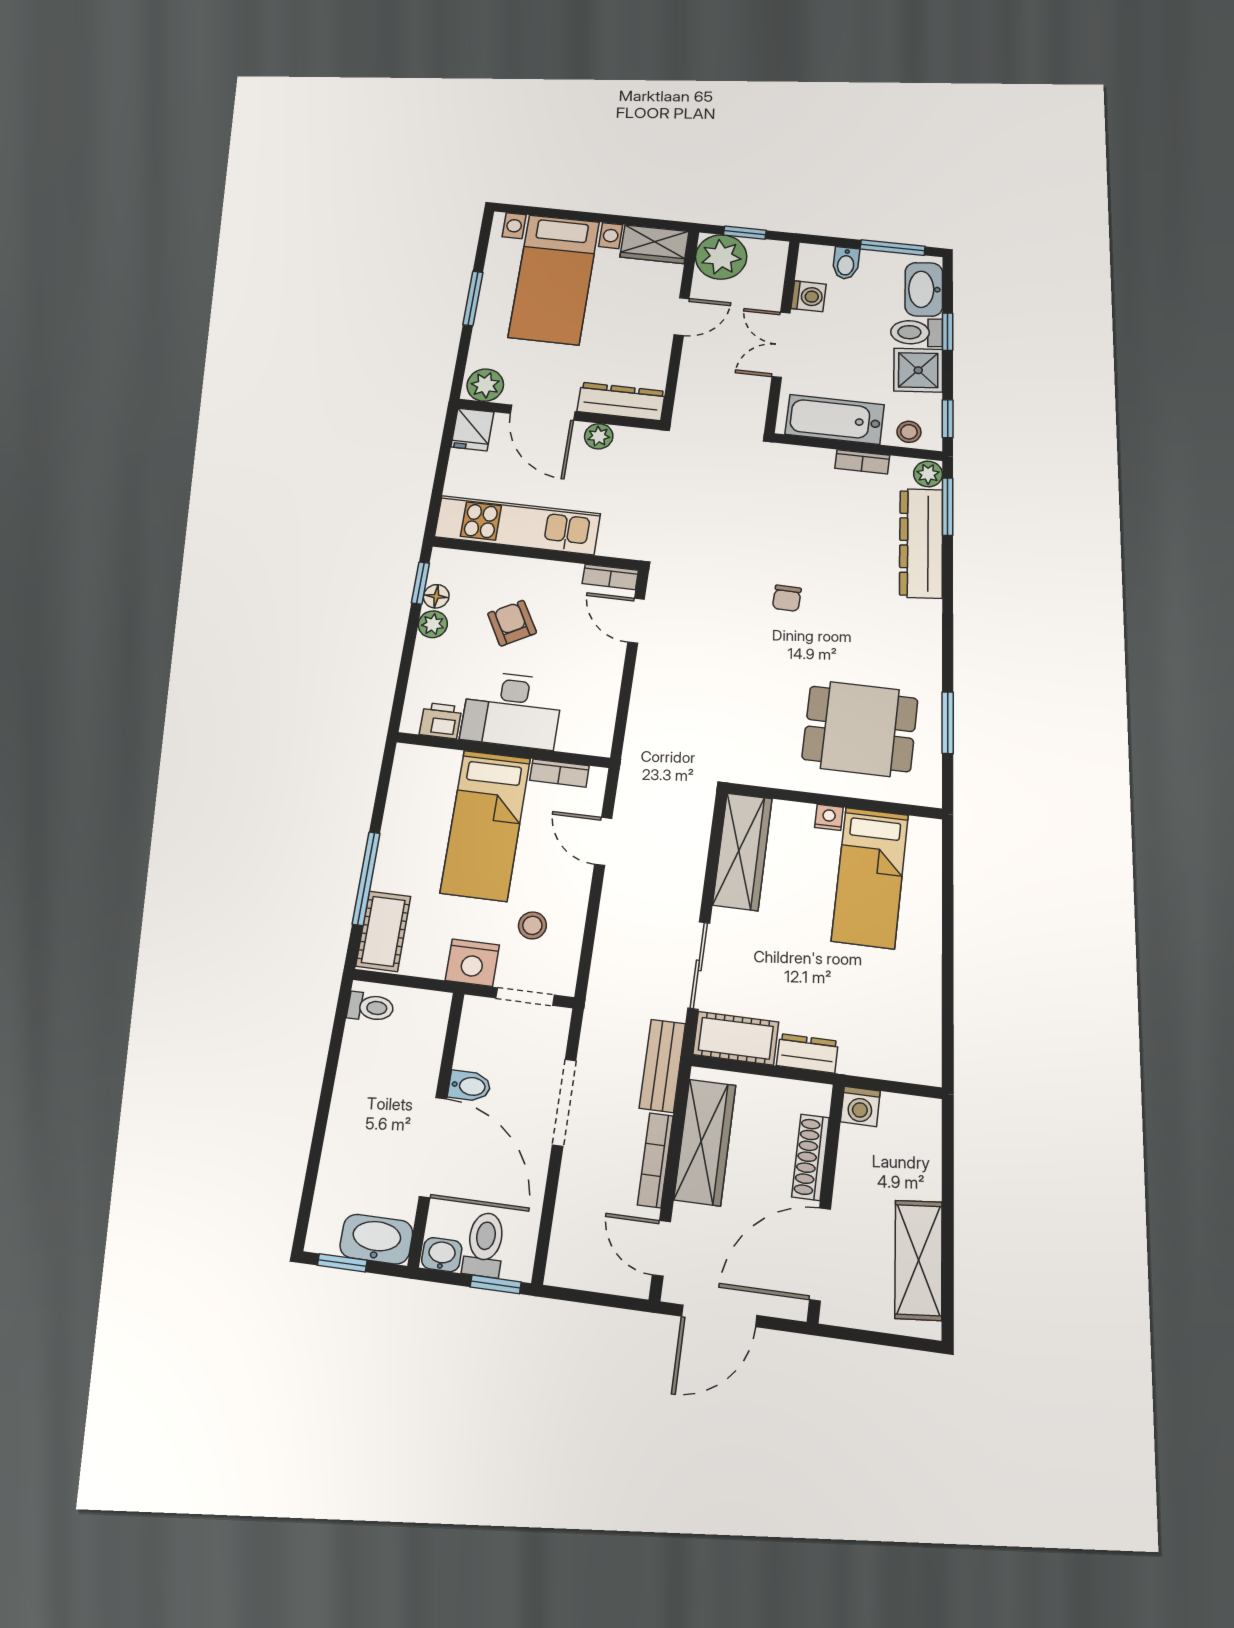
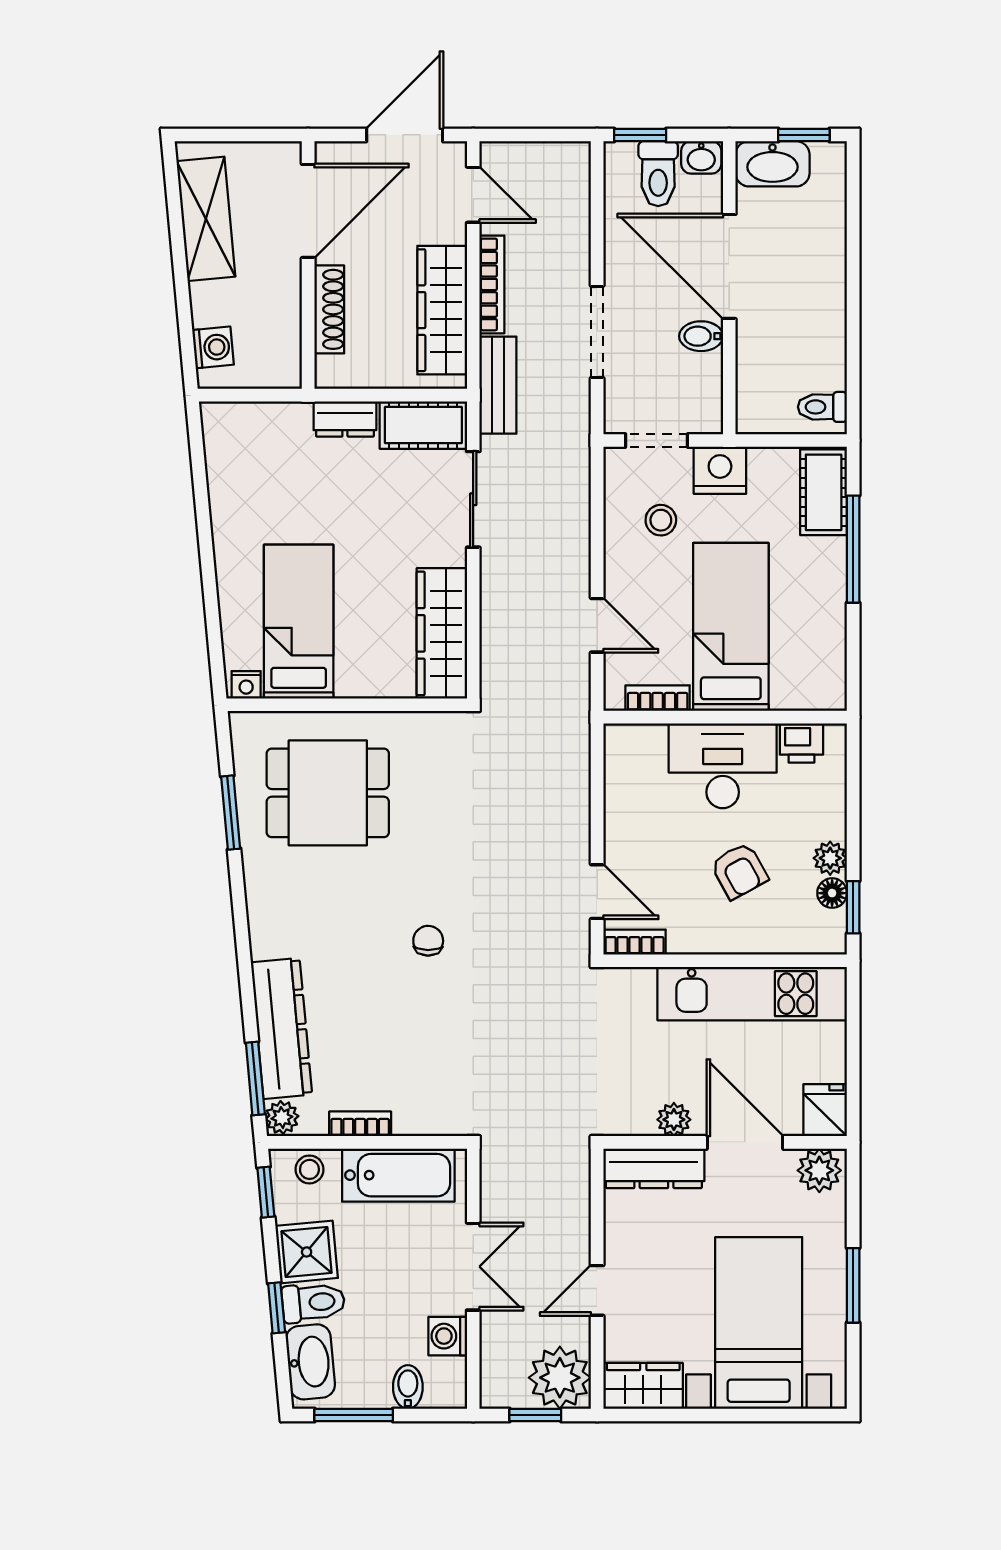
nightstand: (829, 817) -> (246, 685), moved
washing machine: (860, 1106) -> (213, 347), moved, turned 85

